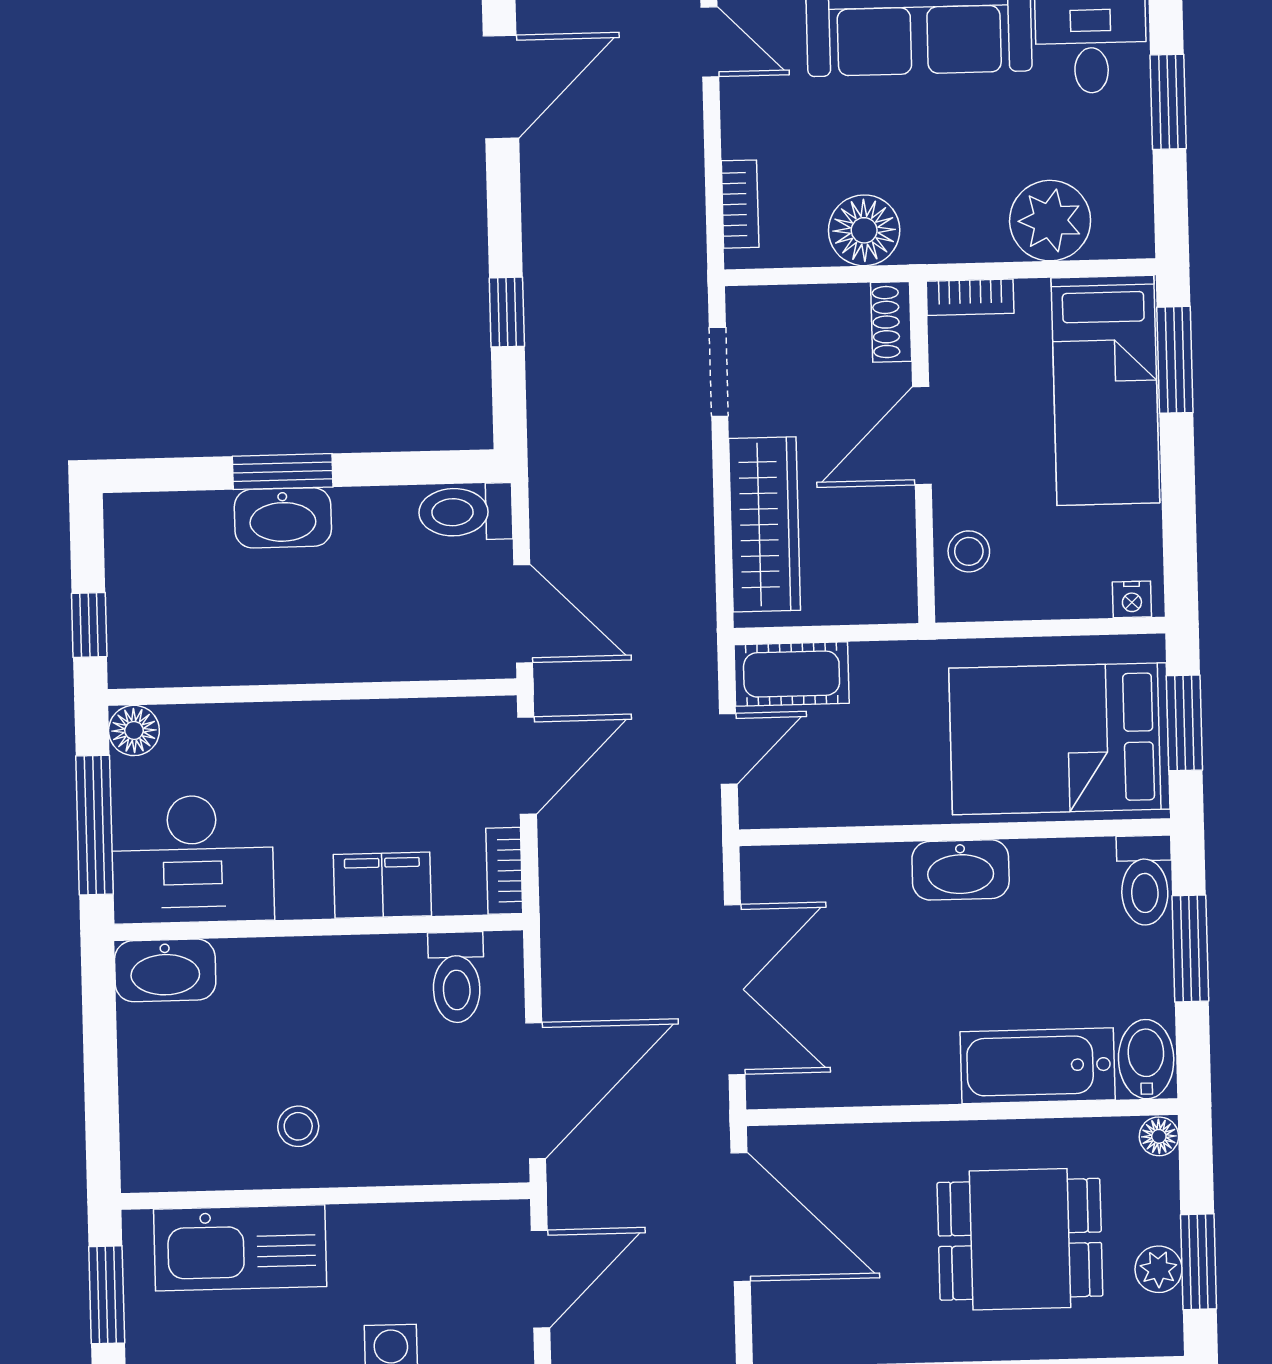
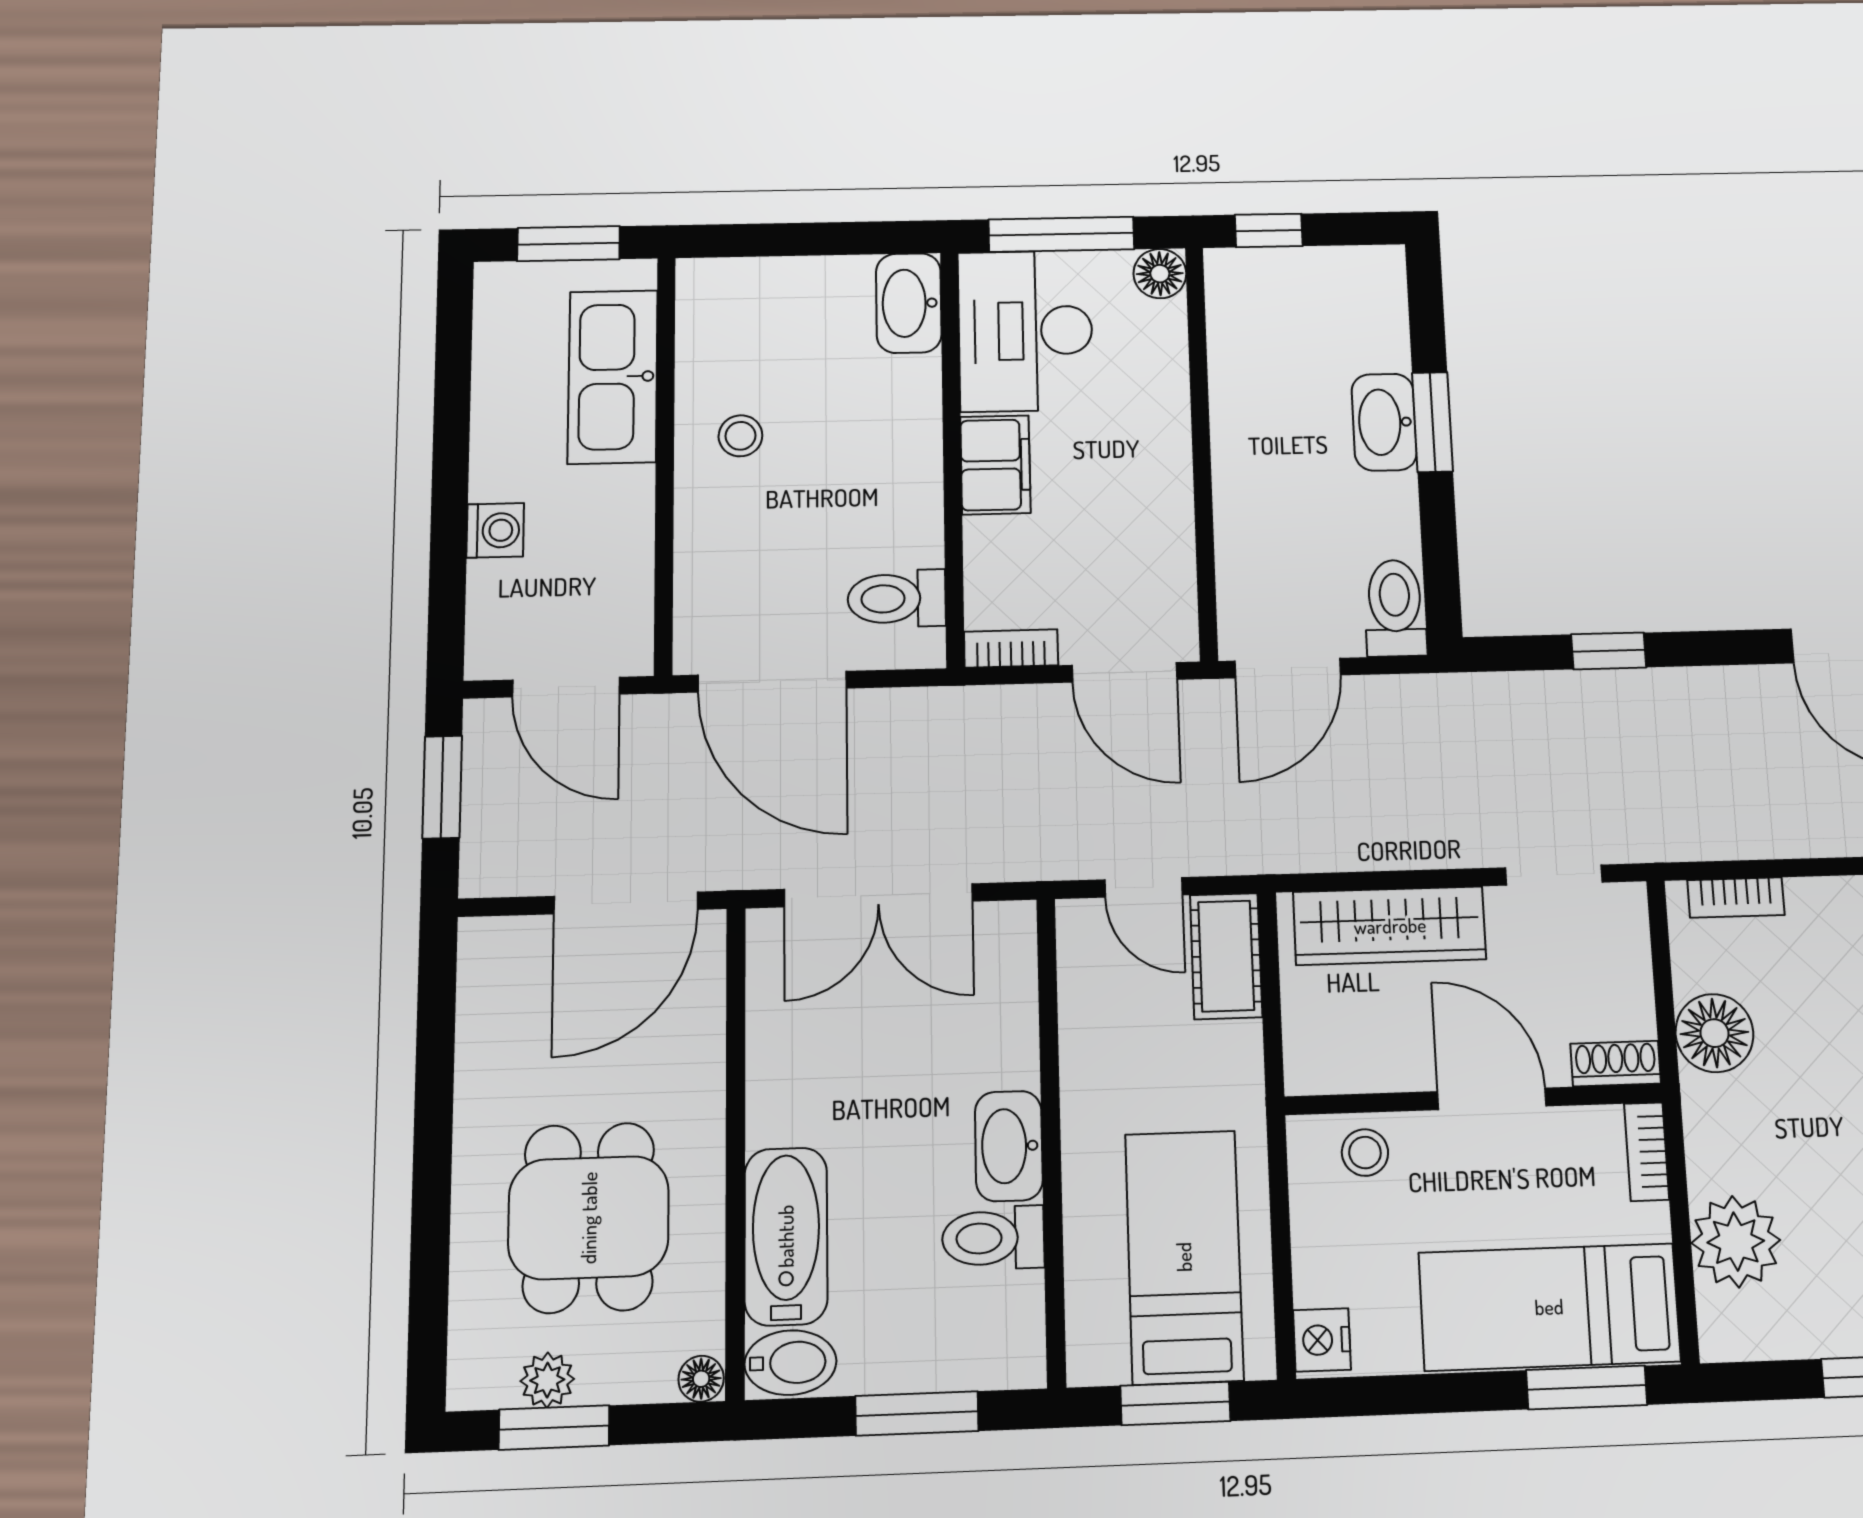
nightstand: (1132, 599) -> (1322, 1340), width x1.39, depth x1.35
bed: (1059, 739) -> (1184, 1257), width x0.67
toilet: (1145, 880) -> (993, 1238), moved
filing cabinet: (382, 885) -> (995, 465), moved

